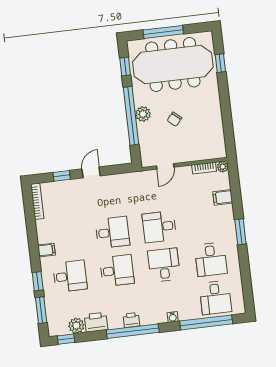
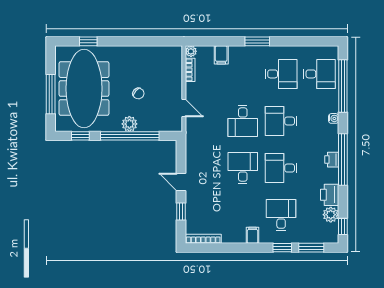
desk: (117, 271) -> (281, 168), turned -90

